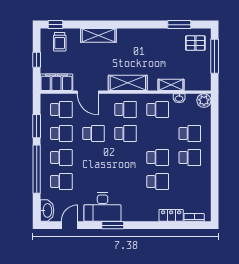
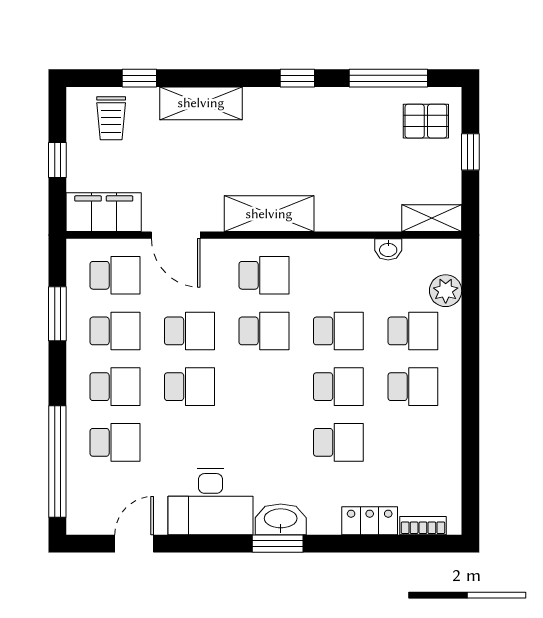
window: (55, 25) -> (139, 78), moved
window: (140, 25) -> (297, 78), added
window: (179, 25) -> (388, 78), width x1.44
window: (215, 56) -> (470, 152), width x0.46
shelving: (171, 85) -> (432, 218), moved
plant: (204, 101) -> (446, 291), moved
school desk: (158, 110) -> (338, 331), moved
school desk: (93, 158) -> (189, 387), added
window: (37, 169) -> (57, 462), moved
washbasin: (47, 210) -> (281, 519), moved, turned -90
window: (113, 225) -> (278, 544), moved

